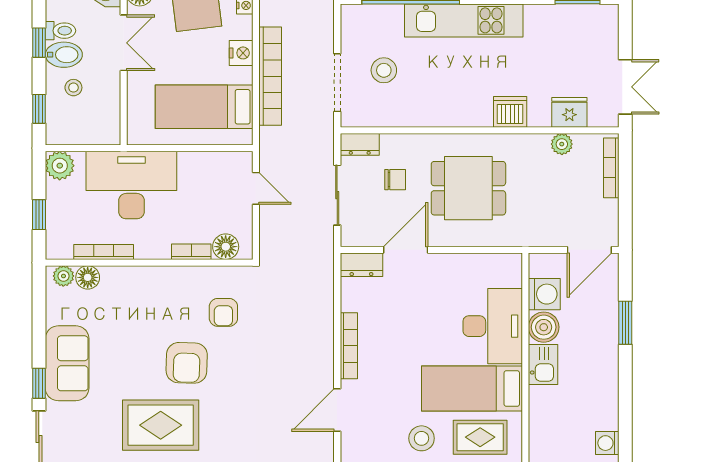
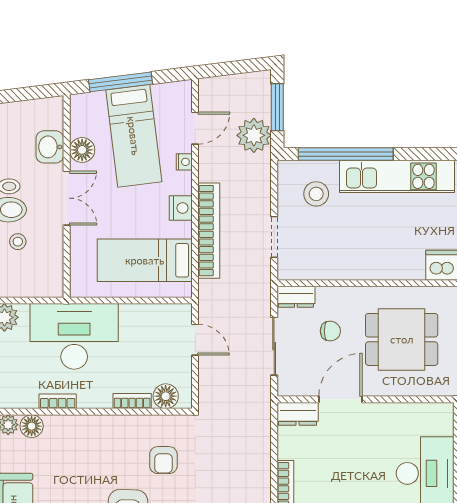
stool: (384, 70) -> (316, 194), moved
doorway: (337, 83) -> (274, 237), width x0.73
bookcase: (104, 252) -> (58, 401), width x0.64

